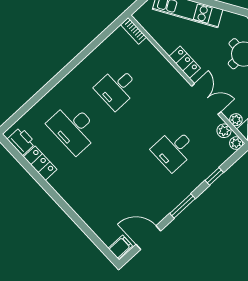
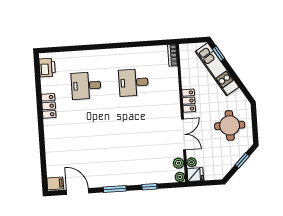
desk: (73, 128) -> (86, 86), width x0.73
desk: (174, 149) -> (138, 149), removed
locker: (40, 163) -> (49, 106), moved

